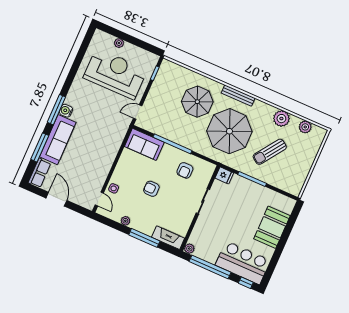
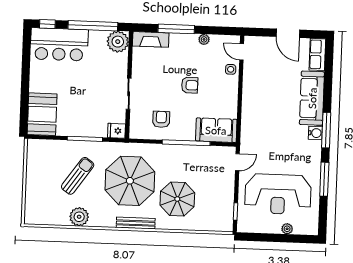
plant: (305, 127) -> (50, 218), removed
window: (40, 147) -> (324, 179), moved
booth: (272, 227) -> (42, 114), moved
plant: (189, 249) -> (118, 42), width x1.88, depth x1.88

